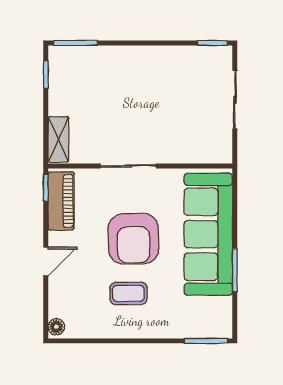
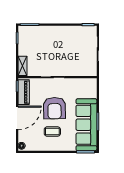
sofa: (208, 234) -> (86, 125), moved
door: (46, 262) -> (17, 118), width x1.88

